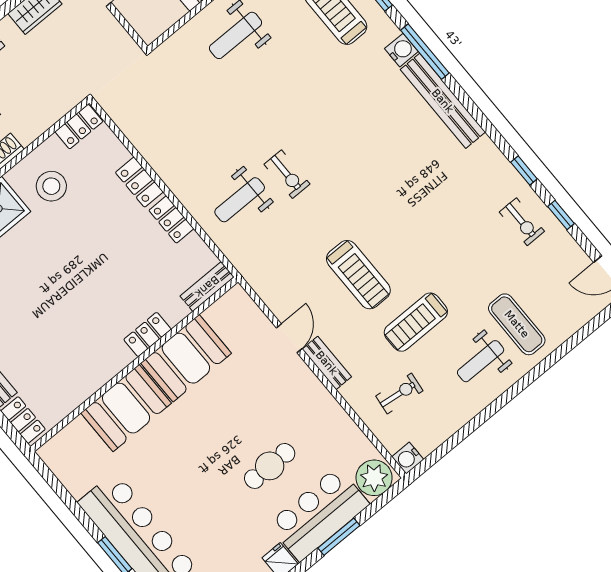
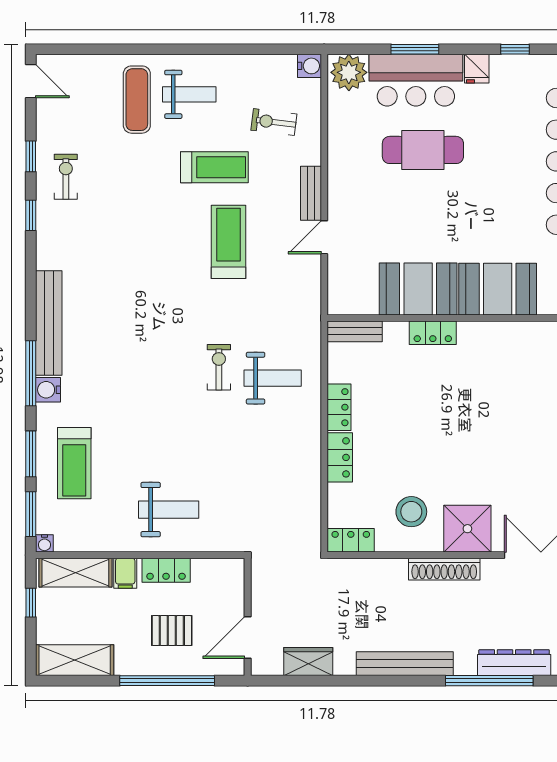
cafe table: (270, 466) -> (423, 150), width x1.37, depth x1.35

